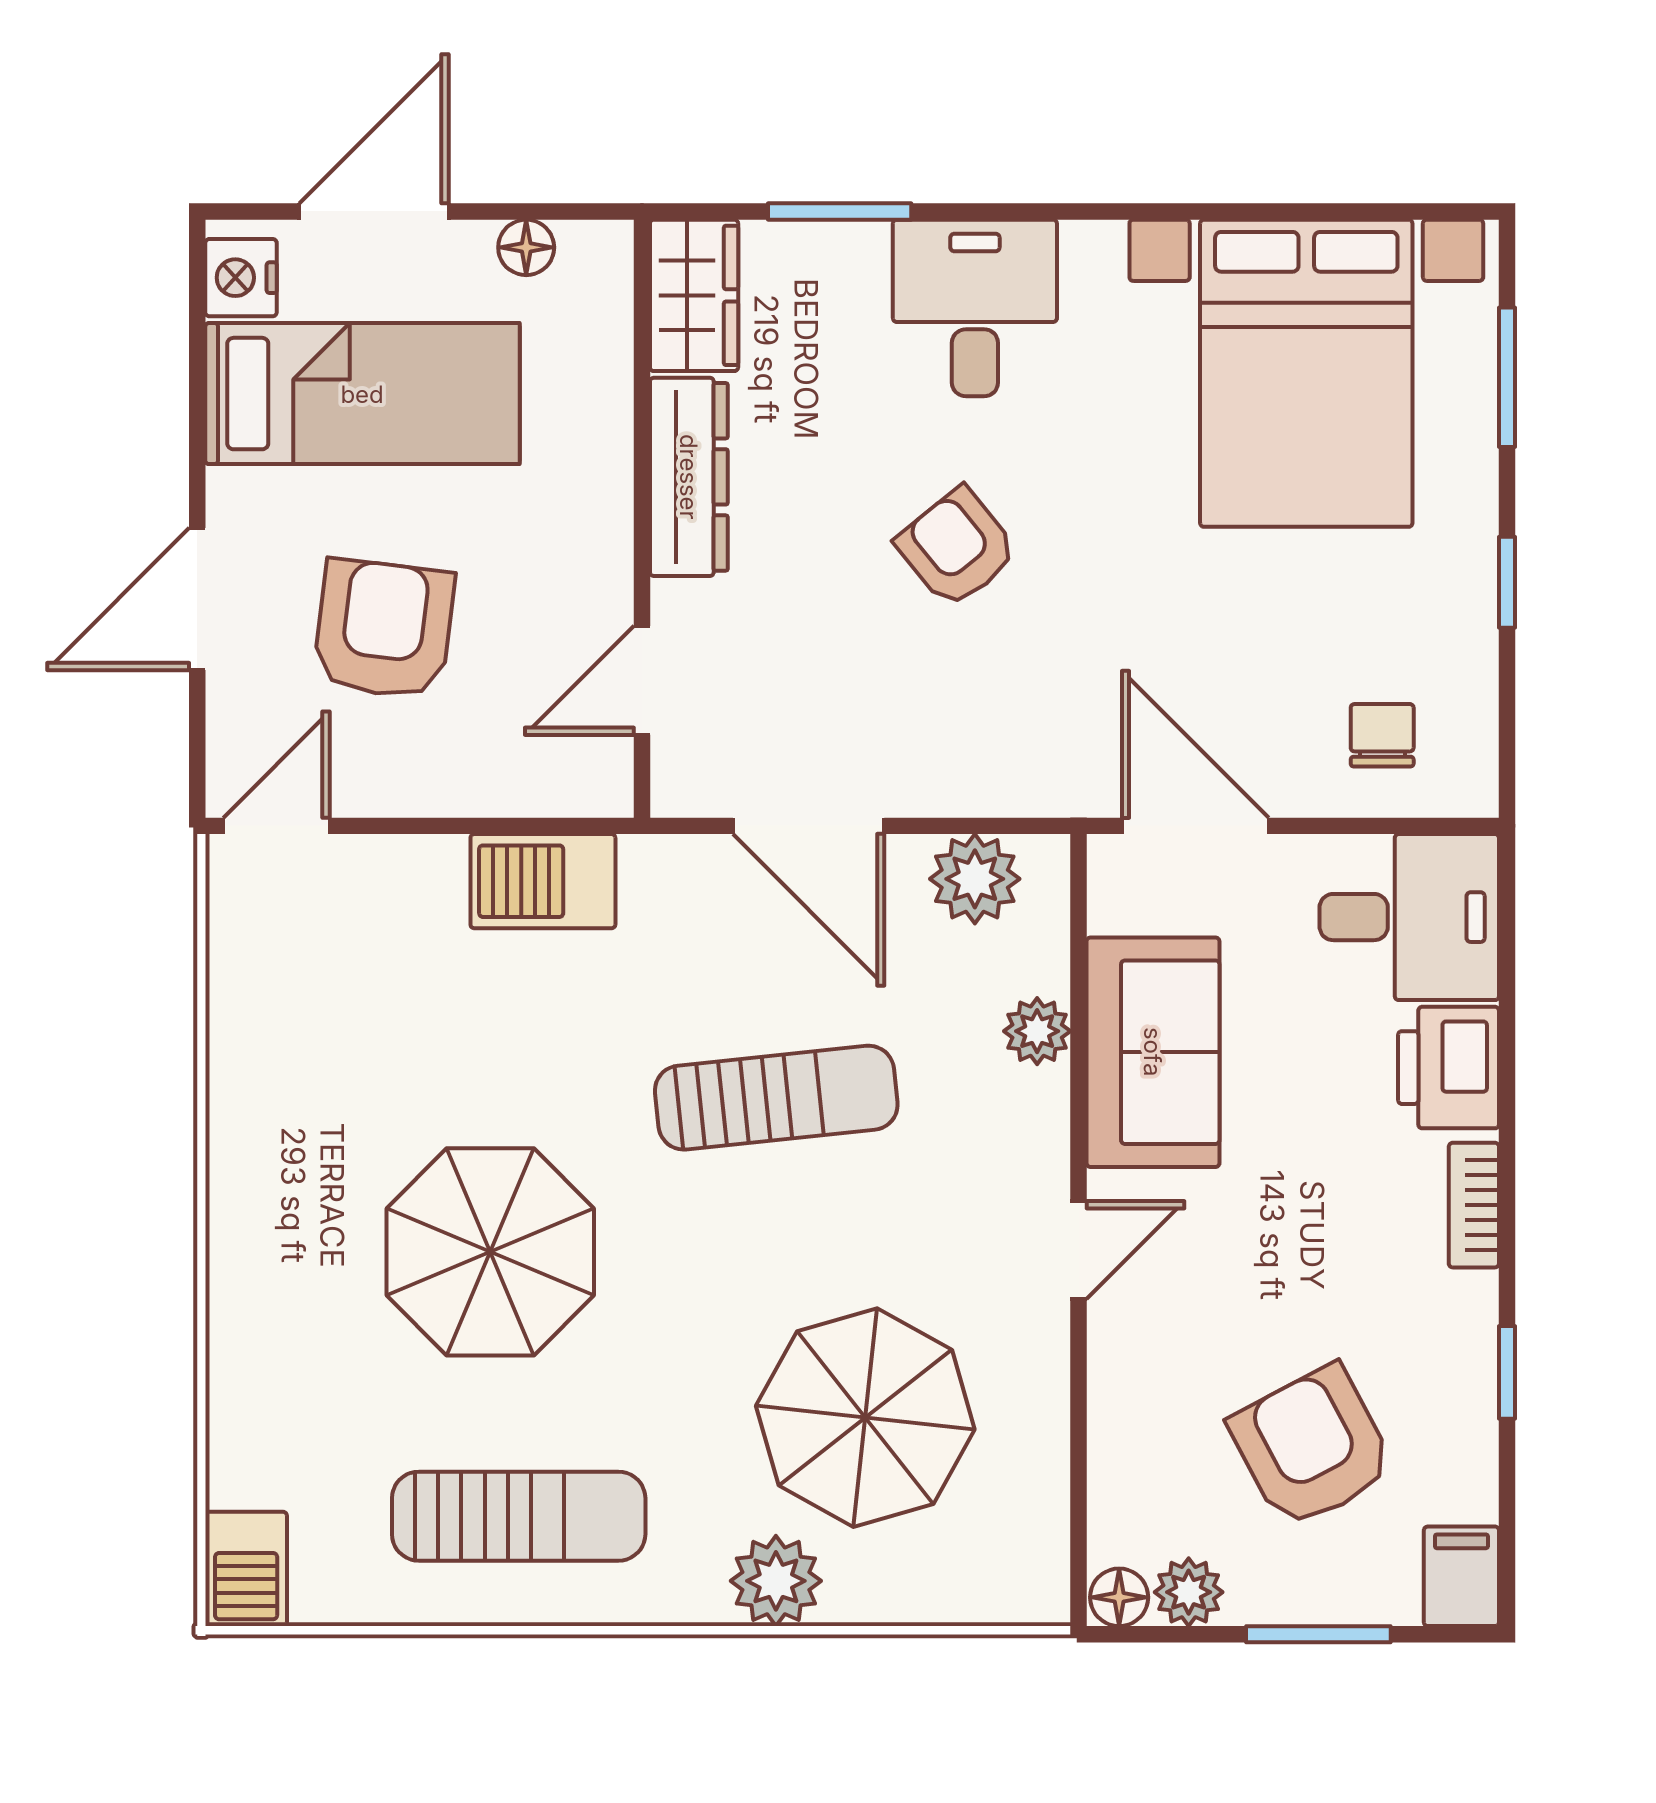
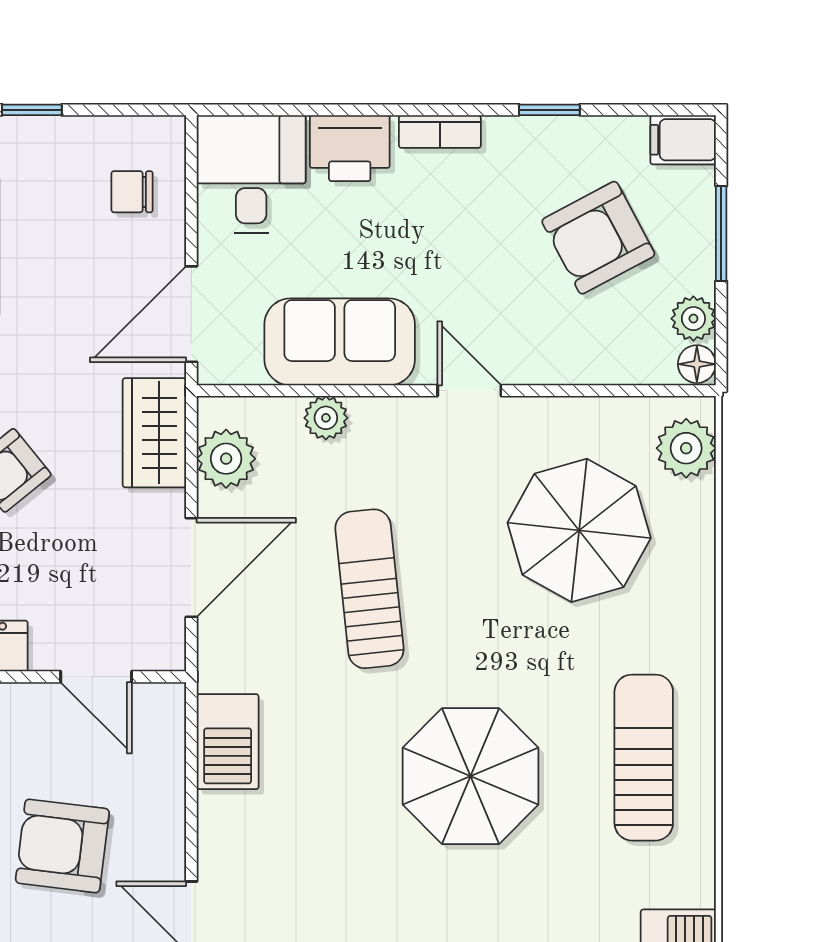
wardrobe: (1014, 769) -> (154, 433), added
plant: (776, 1581) -> (686, 448), moved

